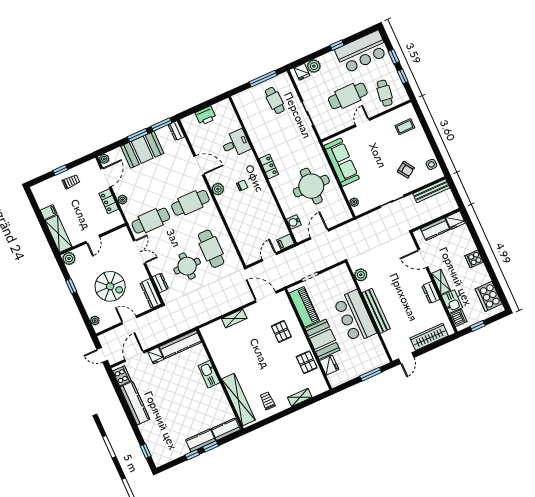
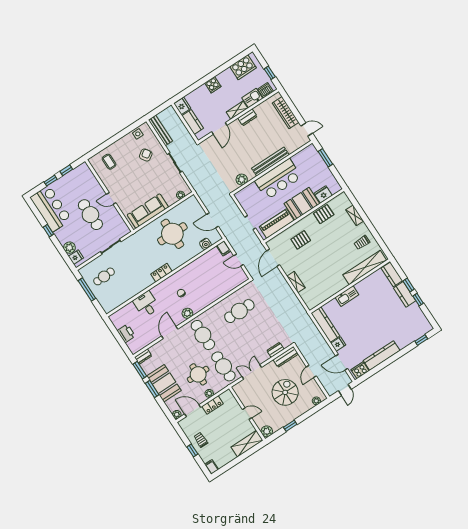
cafe table: (385, 93) -> (83, 184), removed
filing cabinet: (49, 212) -> (212, 467), moved
round table: (187, 266) -> (198, 374), moved

